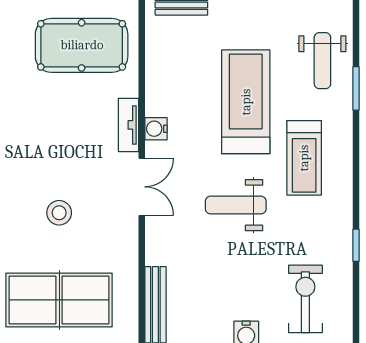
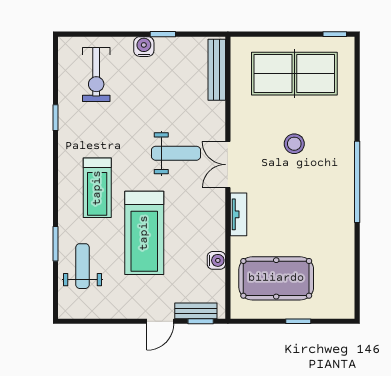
water cooler: (156, 129) -> (216, 260), moved
treadmill: (304, 158) -> (97, 188), turned 180
weight bench: (236, 205) -> (176, 153), moved

